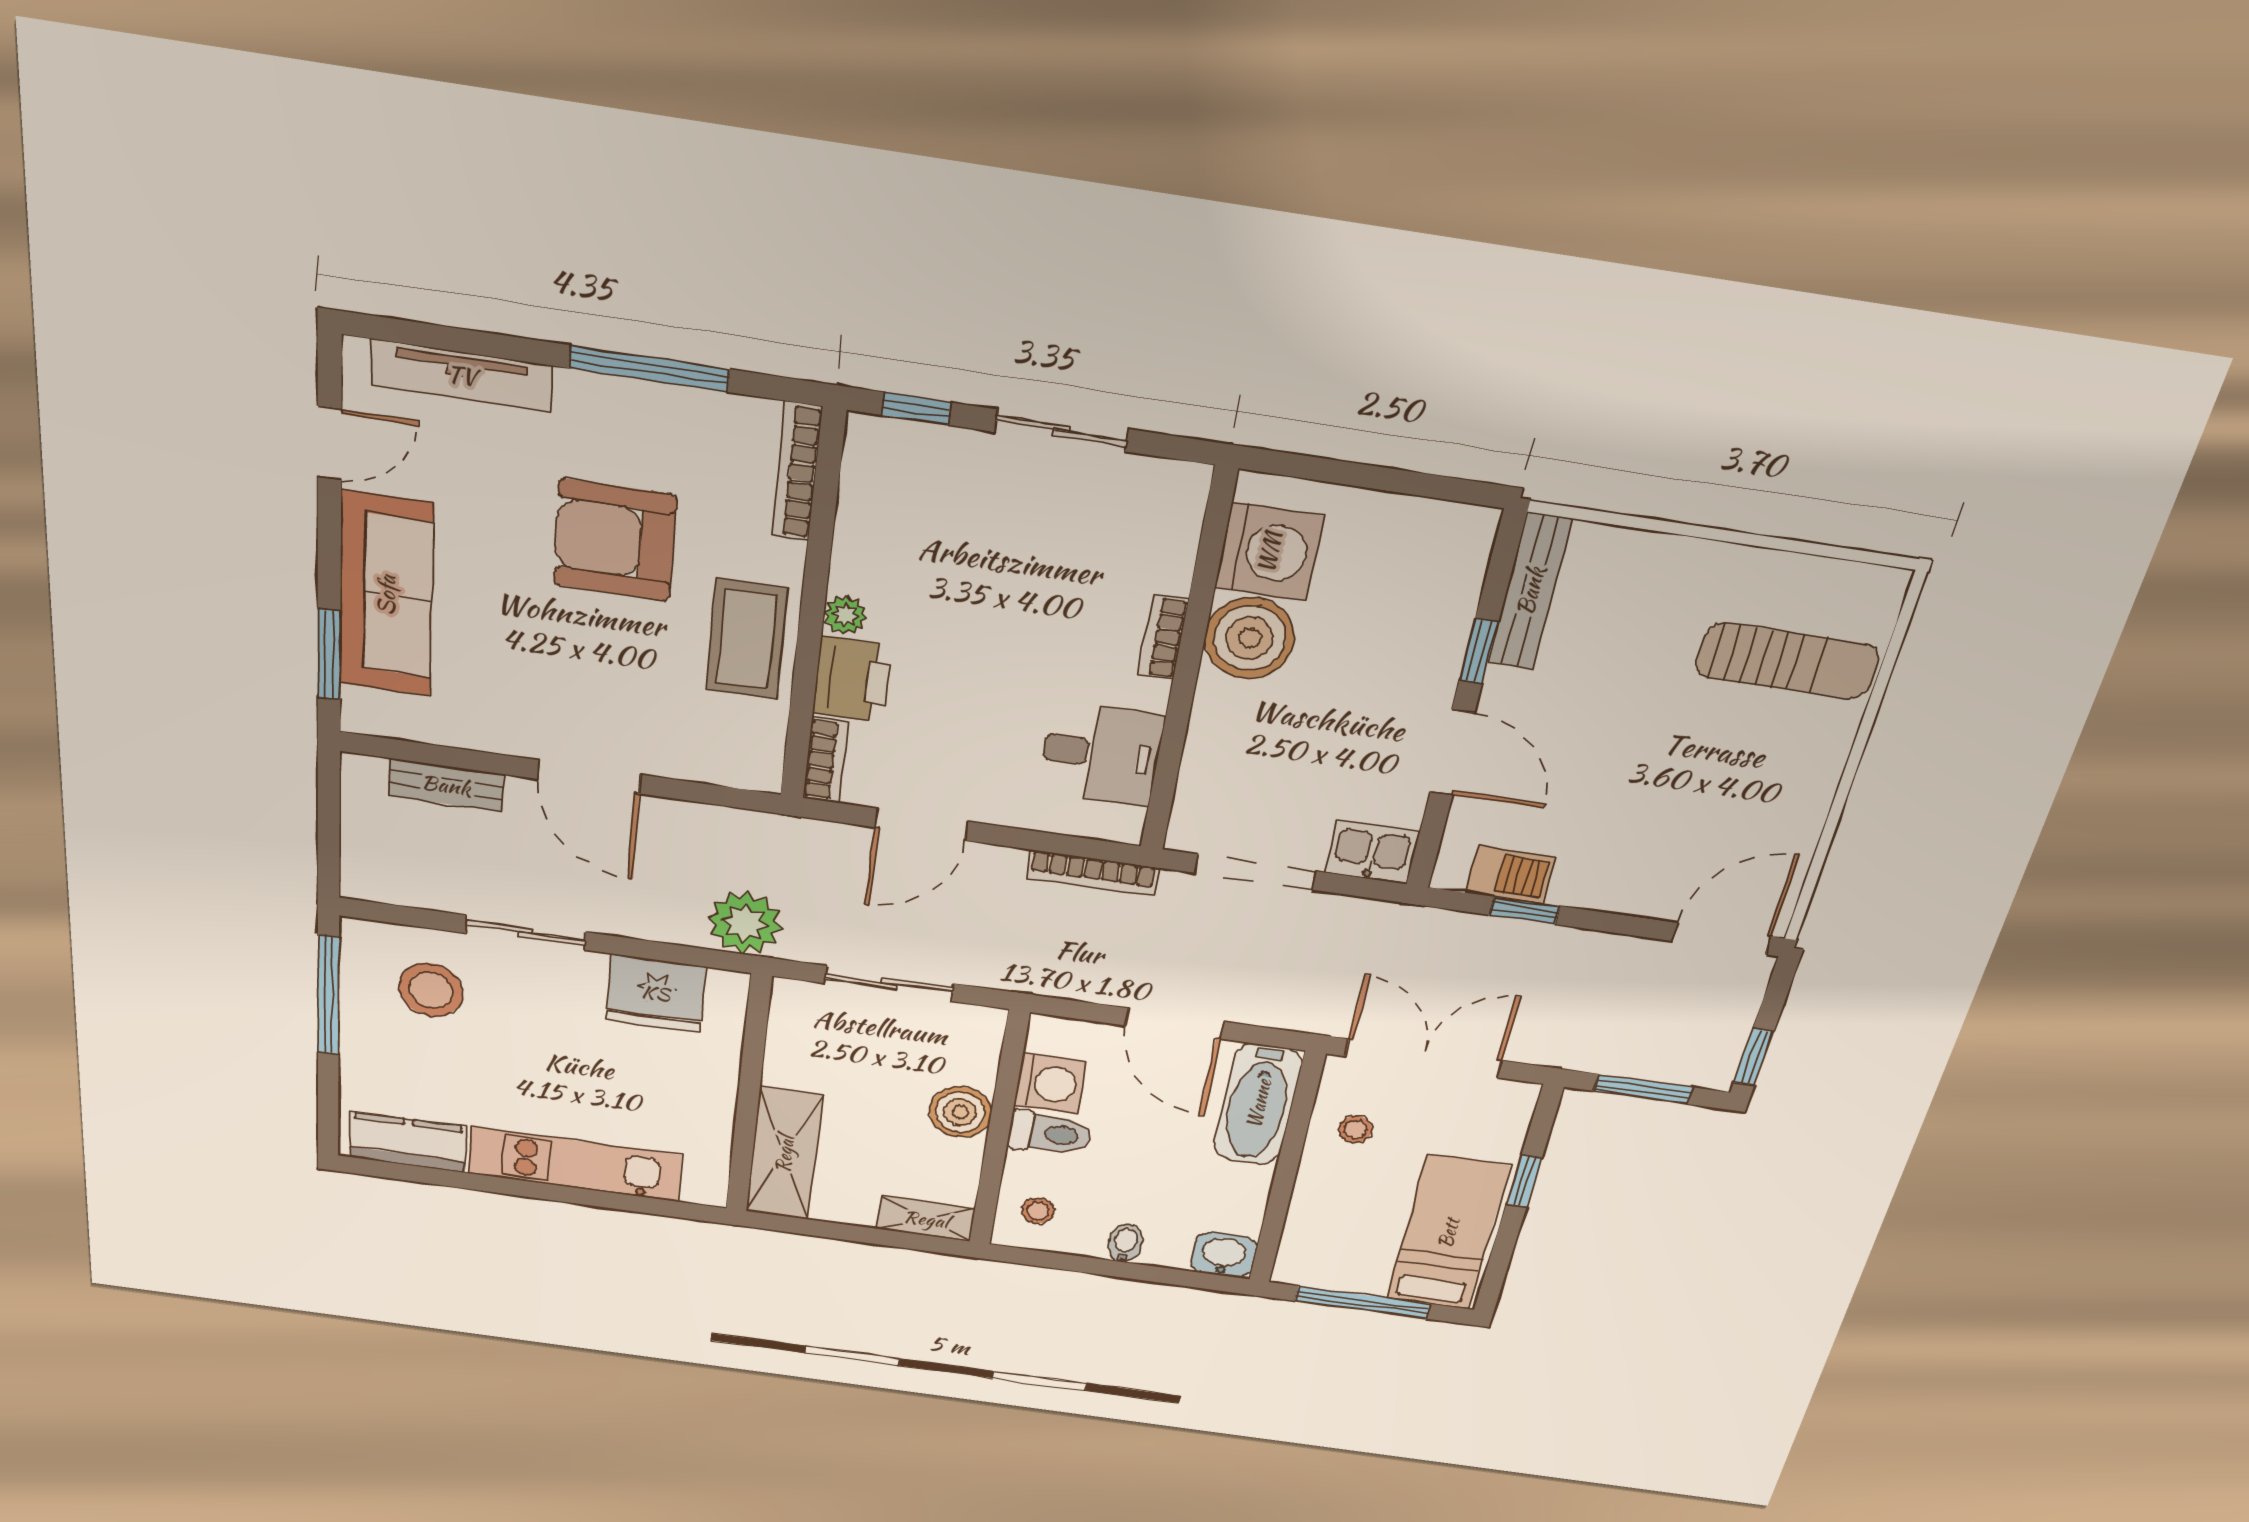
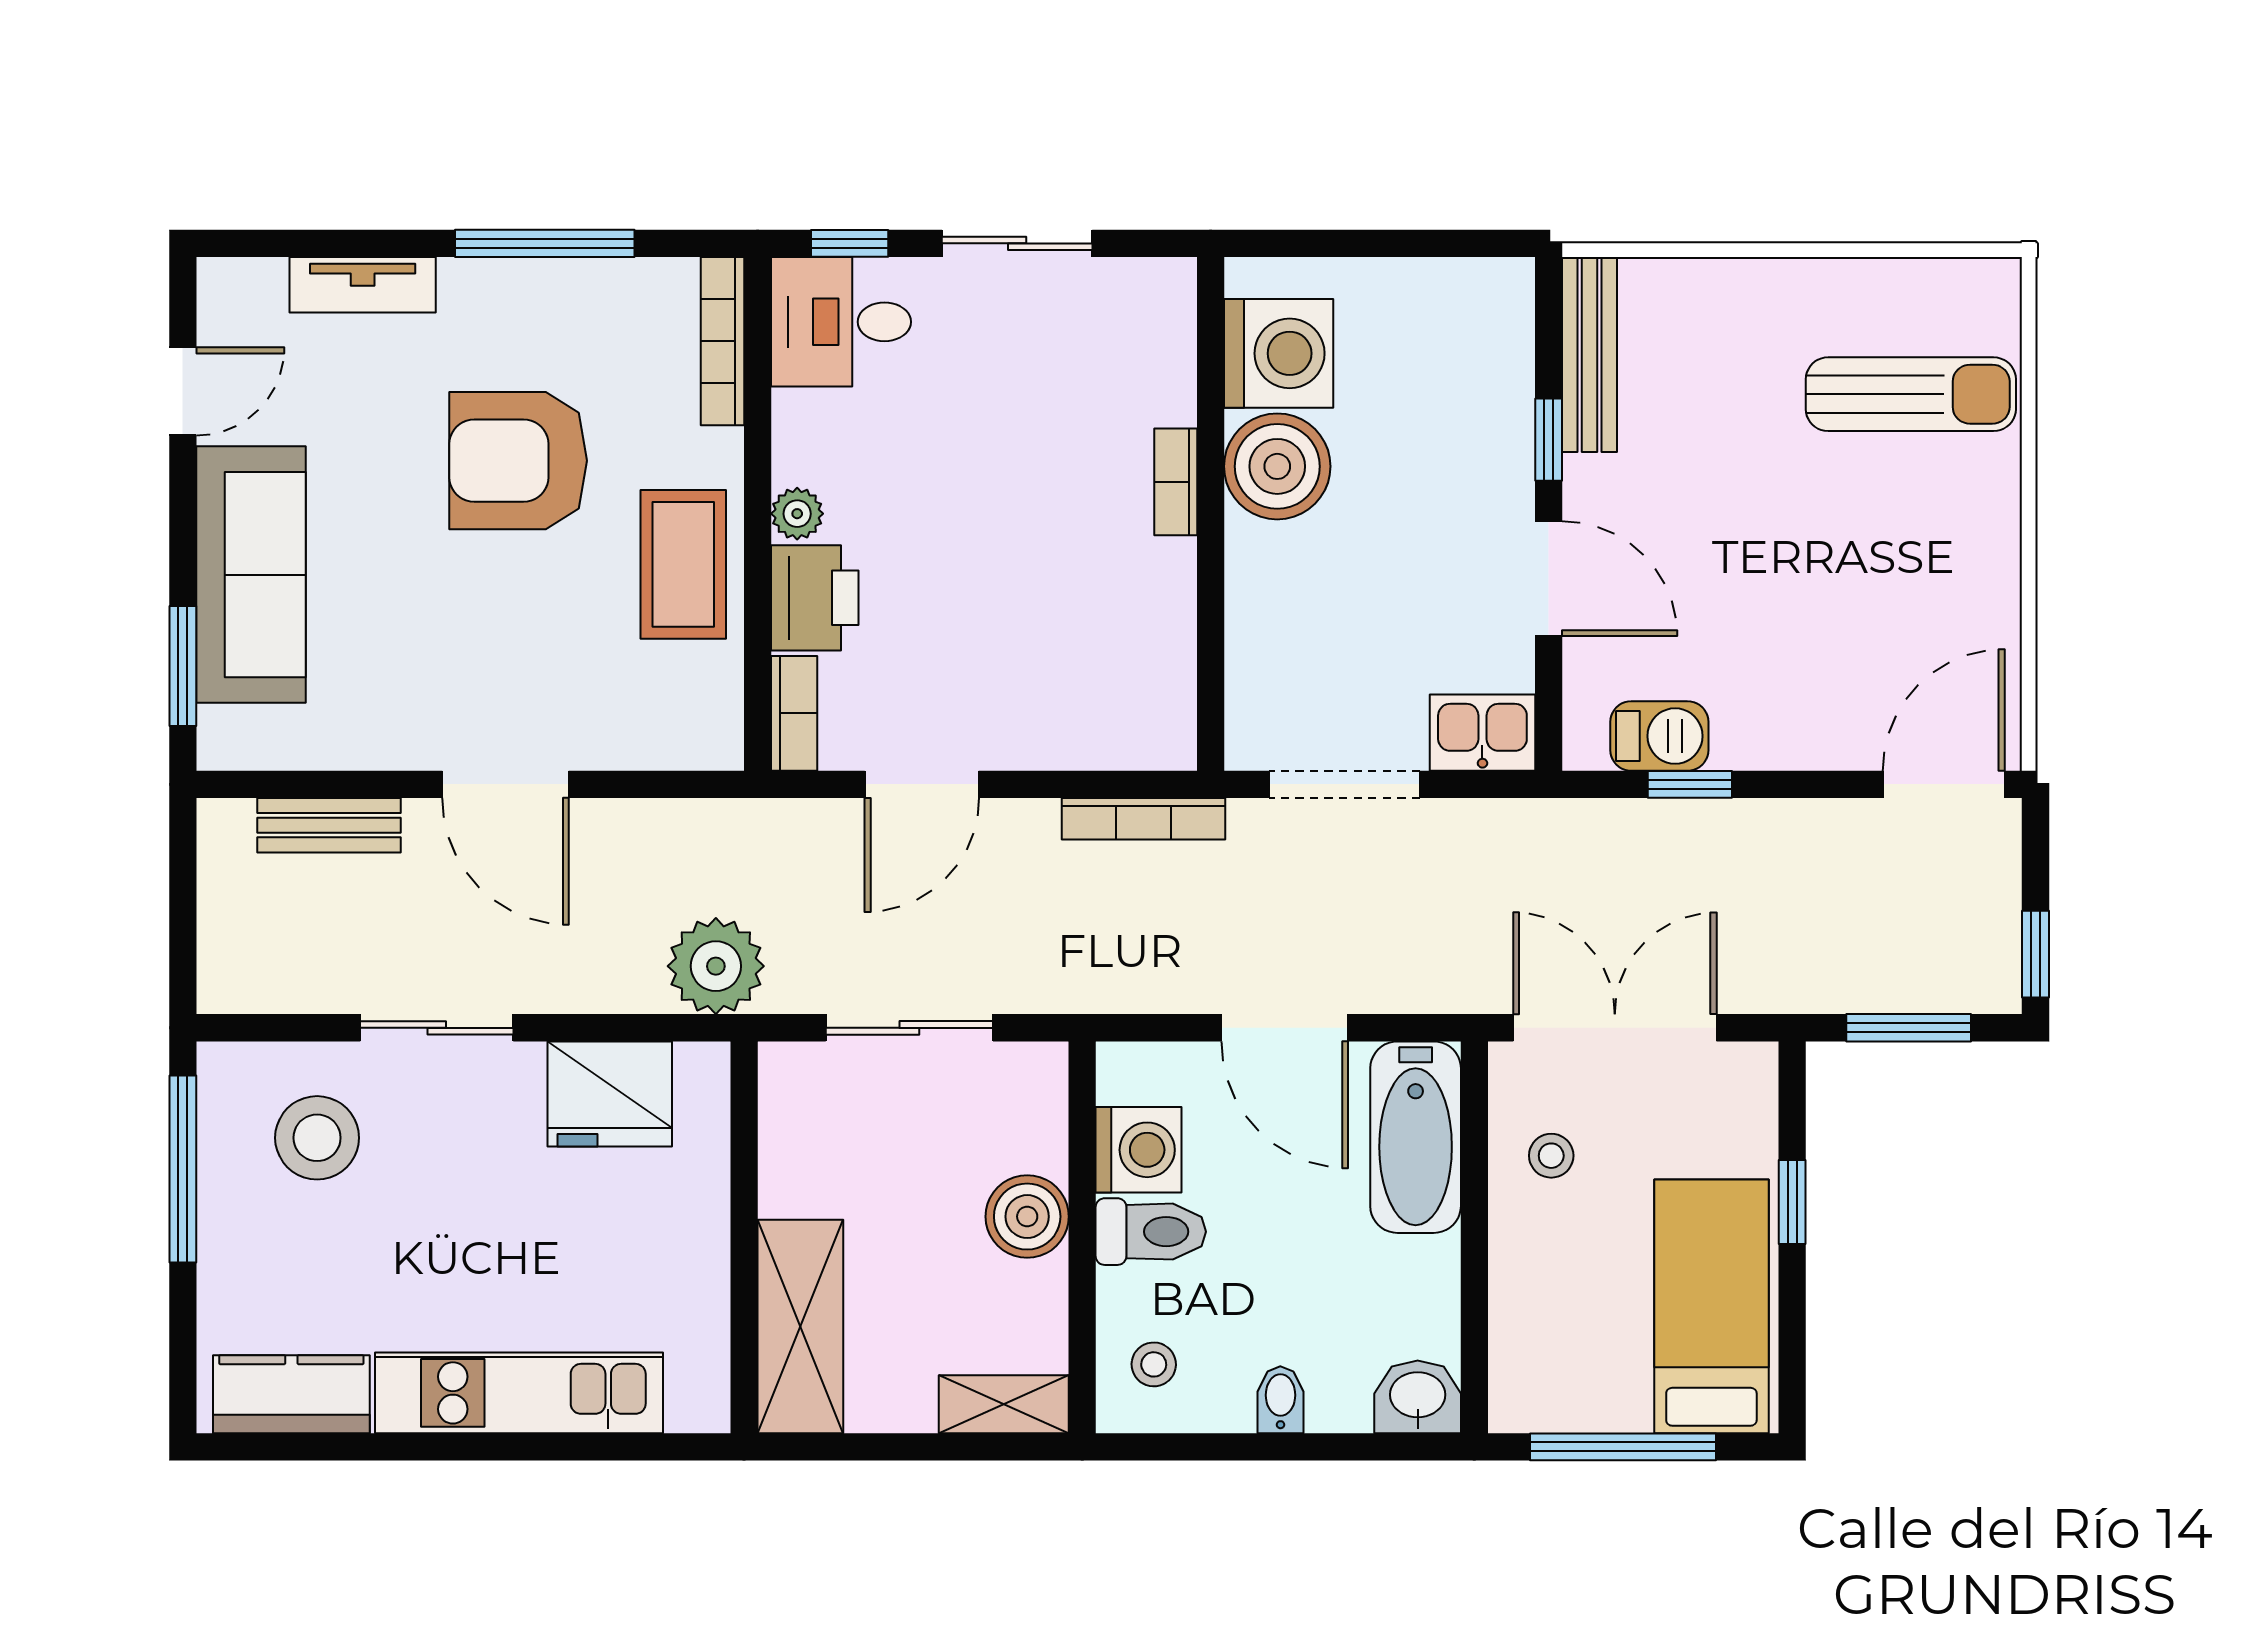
tv unit: (462, 375) -> (363, 285), width x0.71
desk: (1101, 754) -> (841, 322), moved, turned 180

